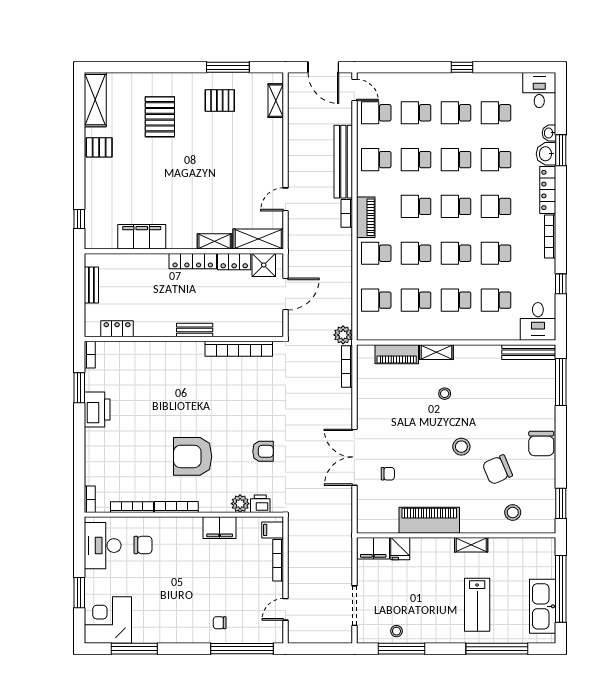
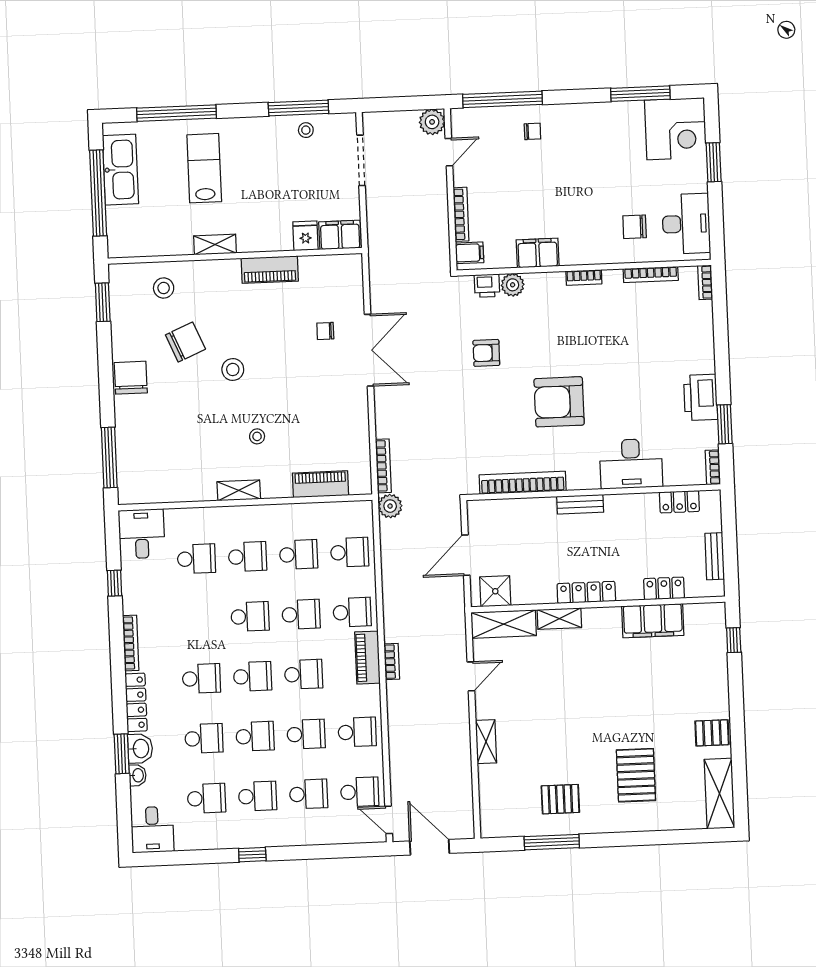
shelving: (276, 101) -> (486, 742), moved
bench: (343, 162) -> (399, 728), removed
school desk: (496, 253) -> (199, 619), removed
locker: (234, 262) -> (664, 588), moved
shelving: (436, 352) -> (239, 490), moved
bench: (529, 352) -> (152, 494), removed
desk: (154, 360) -> (631, 464), added
armchair: (193, 456) -> (559, 402), moved, turned 180
bookcase: (176, 507) -> (584, 277), width x0.64
piano: (429, 520) -> (270, 270), width x0.73, depth x0.75
plant: (298, 633) -> (432, 122), added

